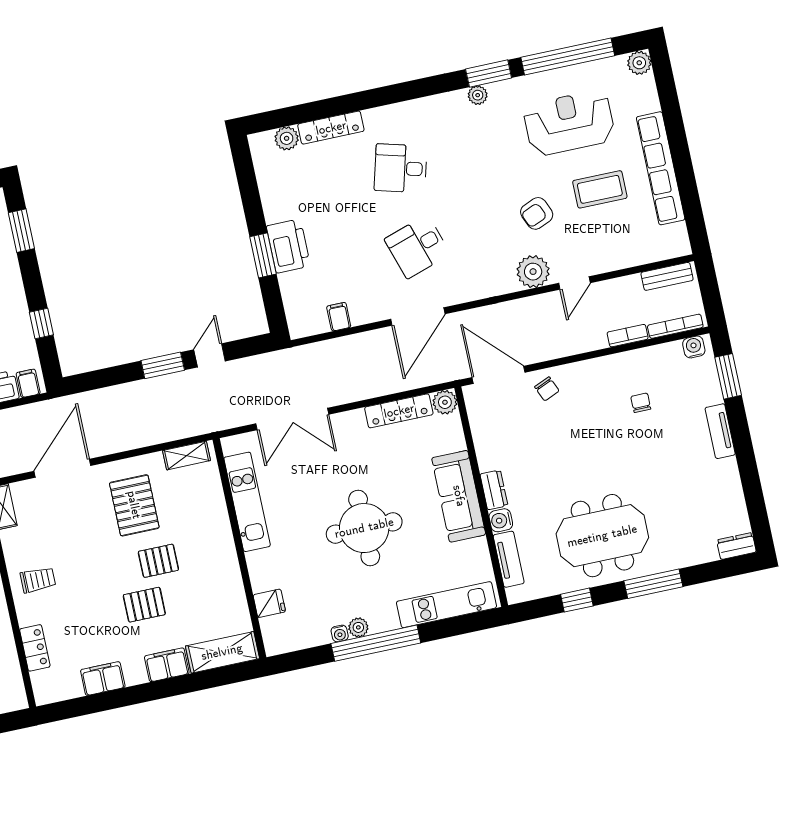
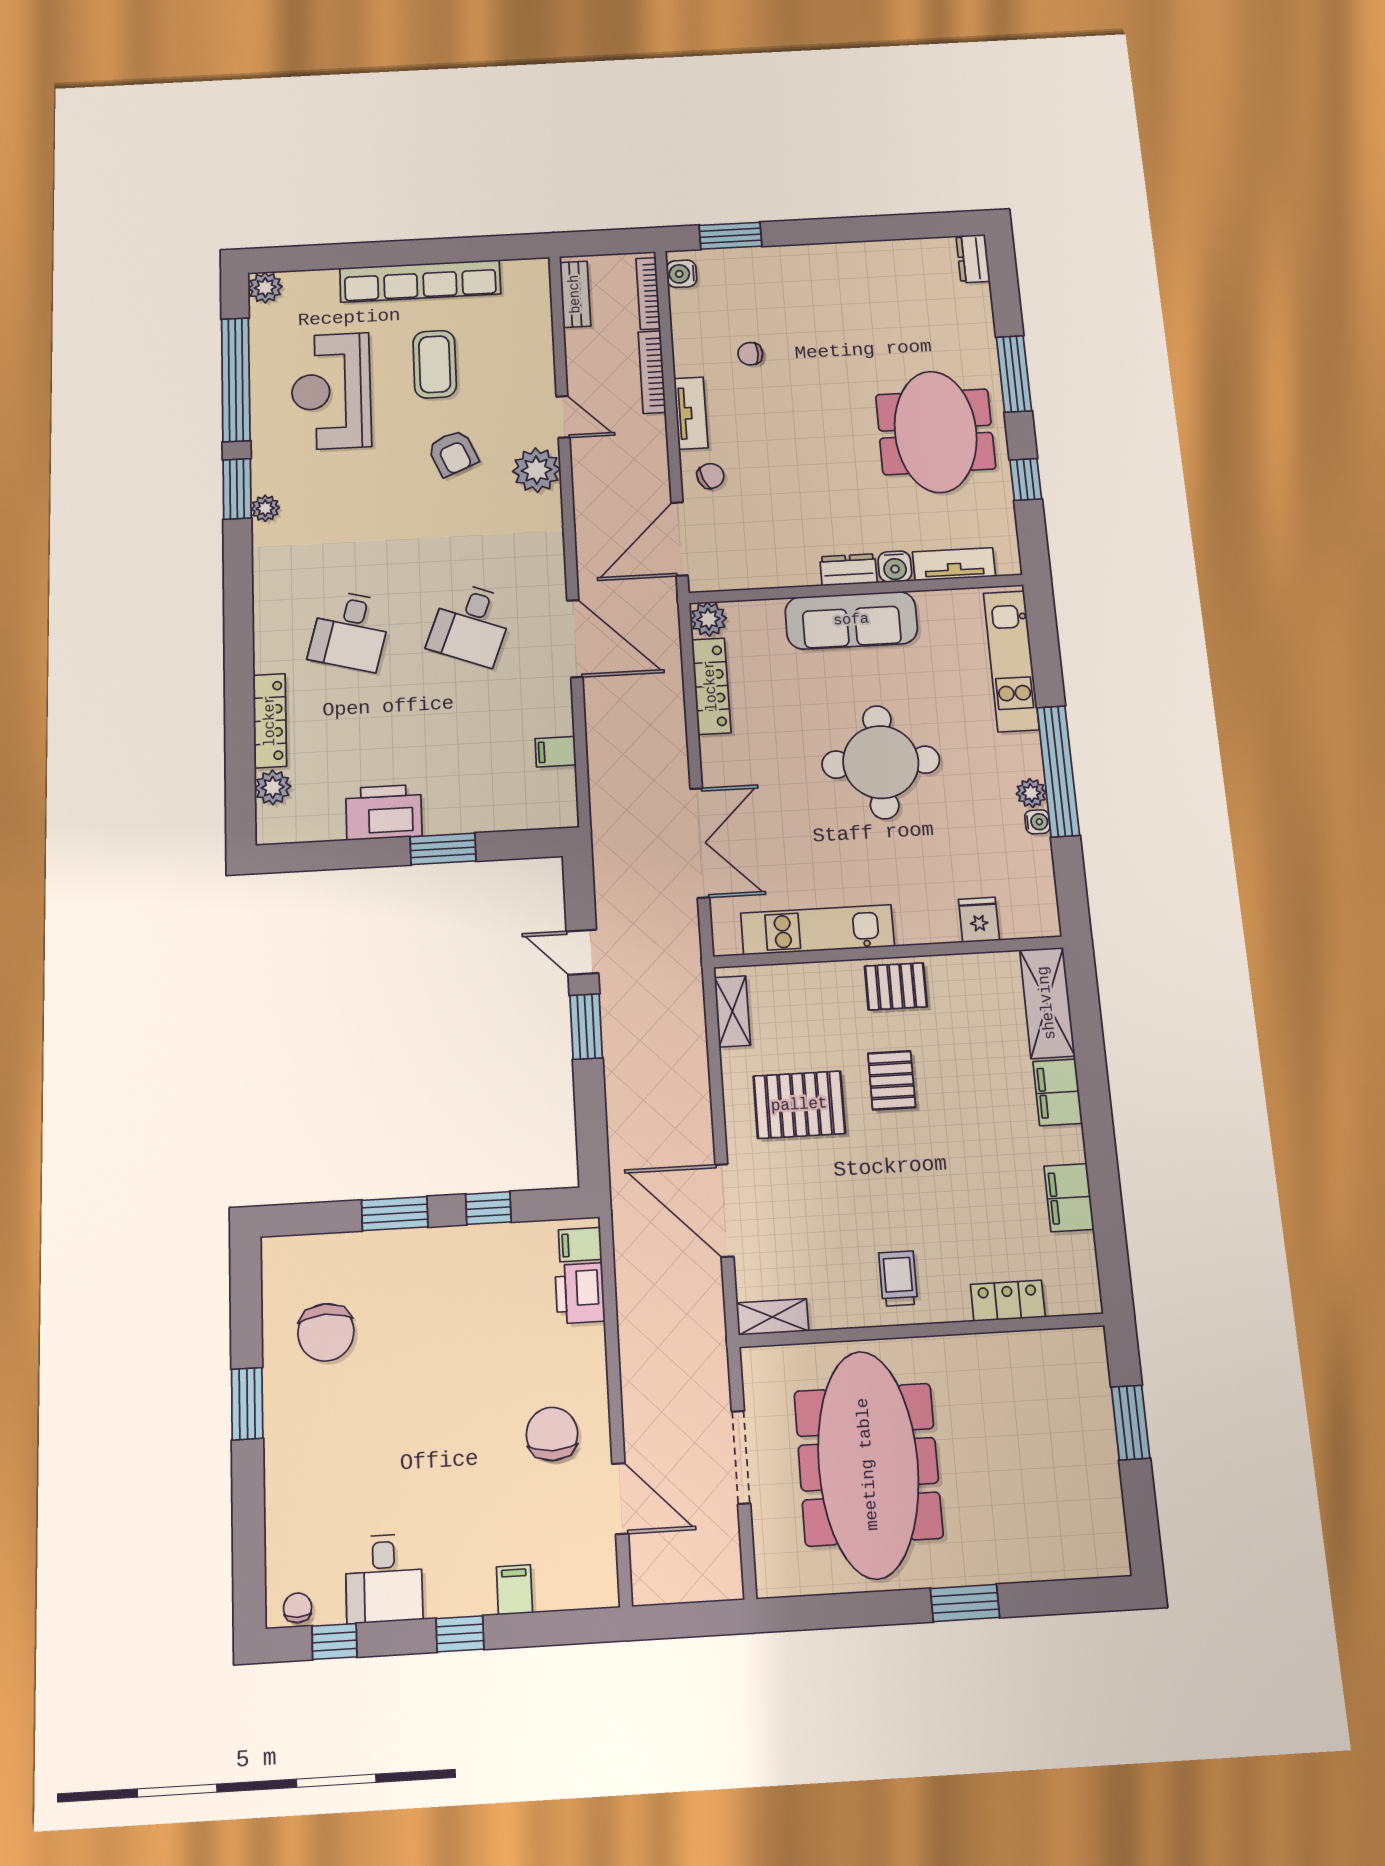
window: (21, 231) -> (395, 1214), moved
printer: (288, 246) -> (384, 812), moved
desk: (417, 247) -> (471, 624), turned 39
bookcase: (628, 336) -> (652, 372), width x1.56
tv unit: (720, 431) -> (691, 413), moved, turned -90
pallet: (144, 605) -> (896, 986), moved, turned 90

